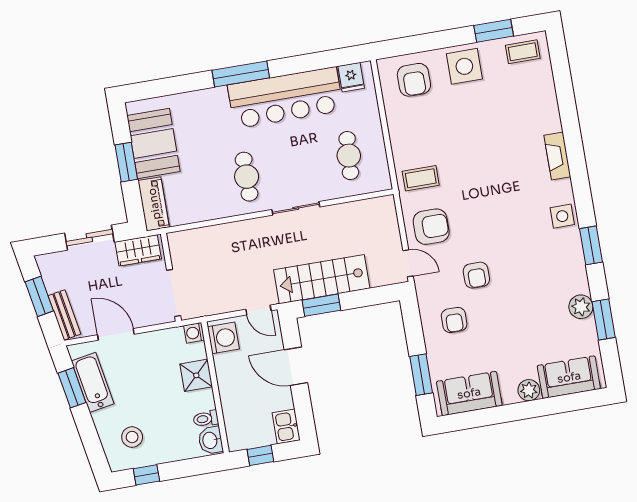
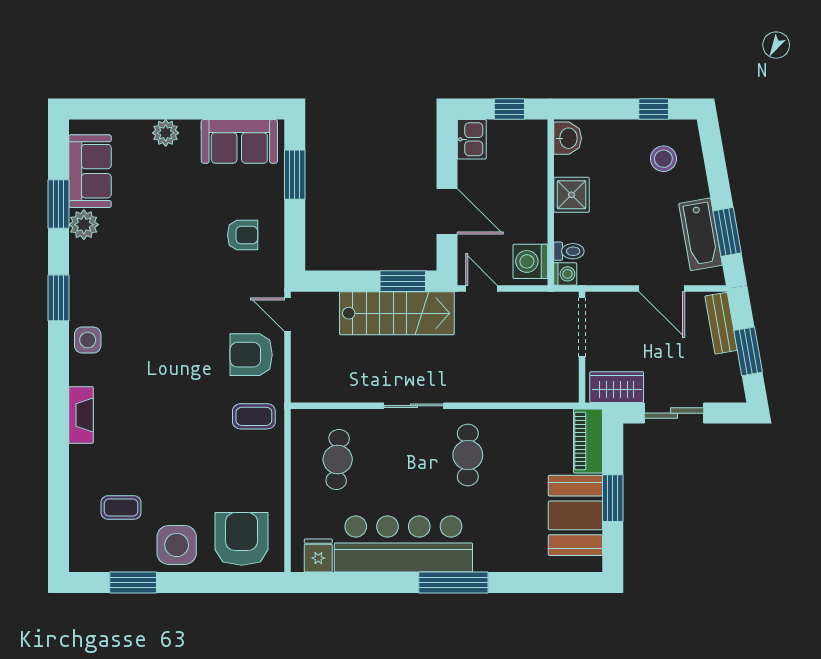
coffee table: (523, 52) -> (121, 508), moved
armchair: (414, 80) -> (242, 539), width x1.36, depth x1.36
armchair: (476, 275) -> (206, 286), removed
armchair: (454, 320) -> (243, 235), turned 90
shower: (196, 375) -> (572, 195), moved
sofa: (569, 377) -> (90, 171), moved, turned -90
toilet: (206, 419) -> (569, 251), moved

